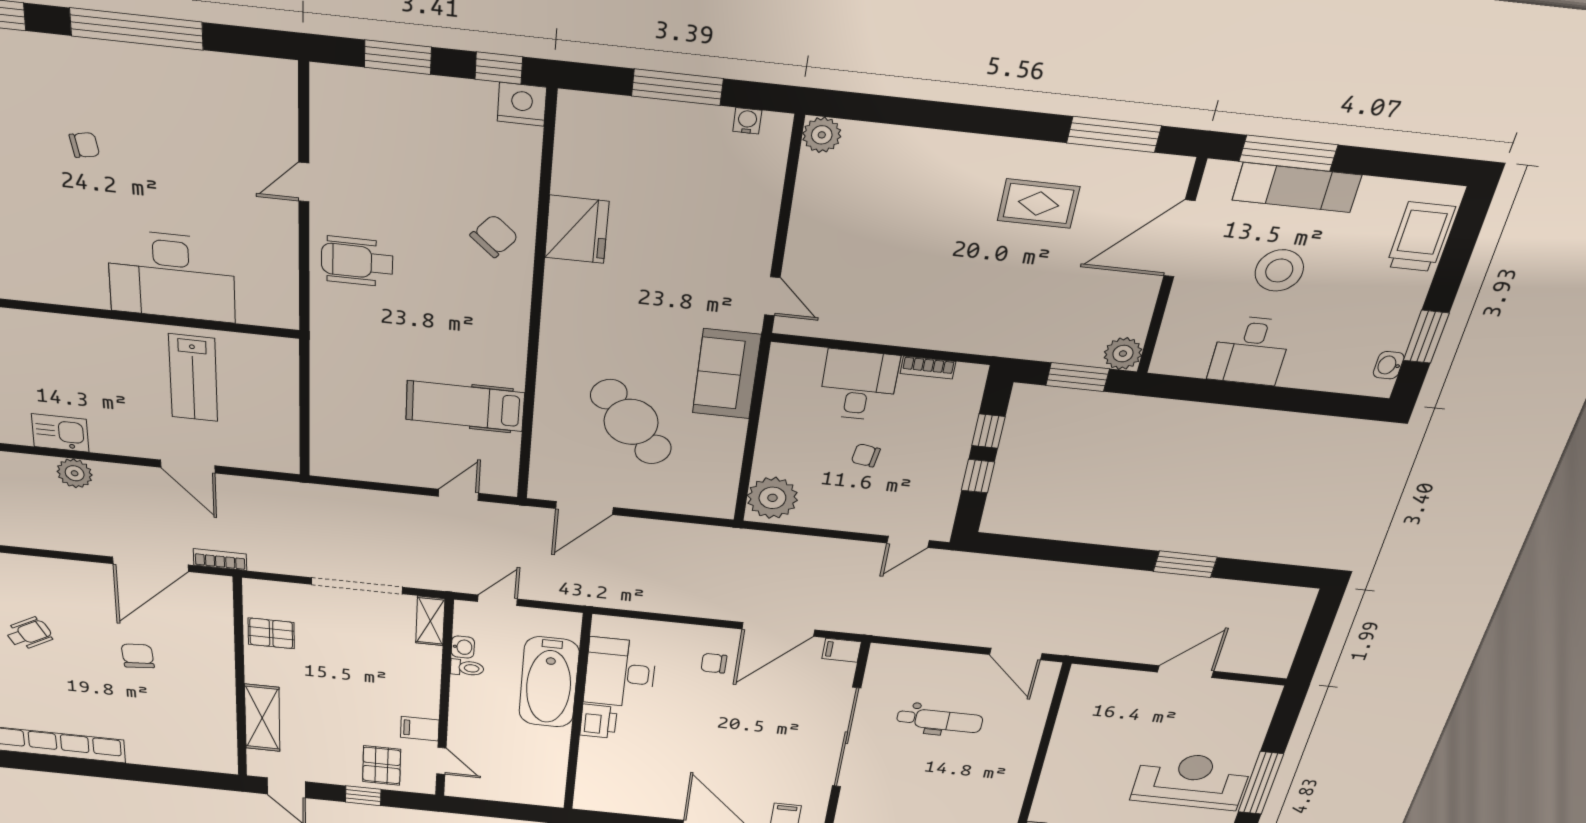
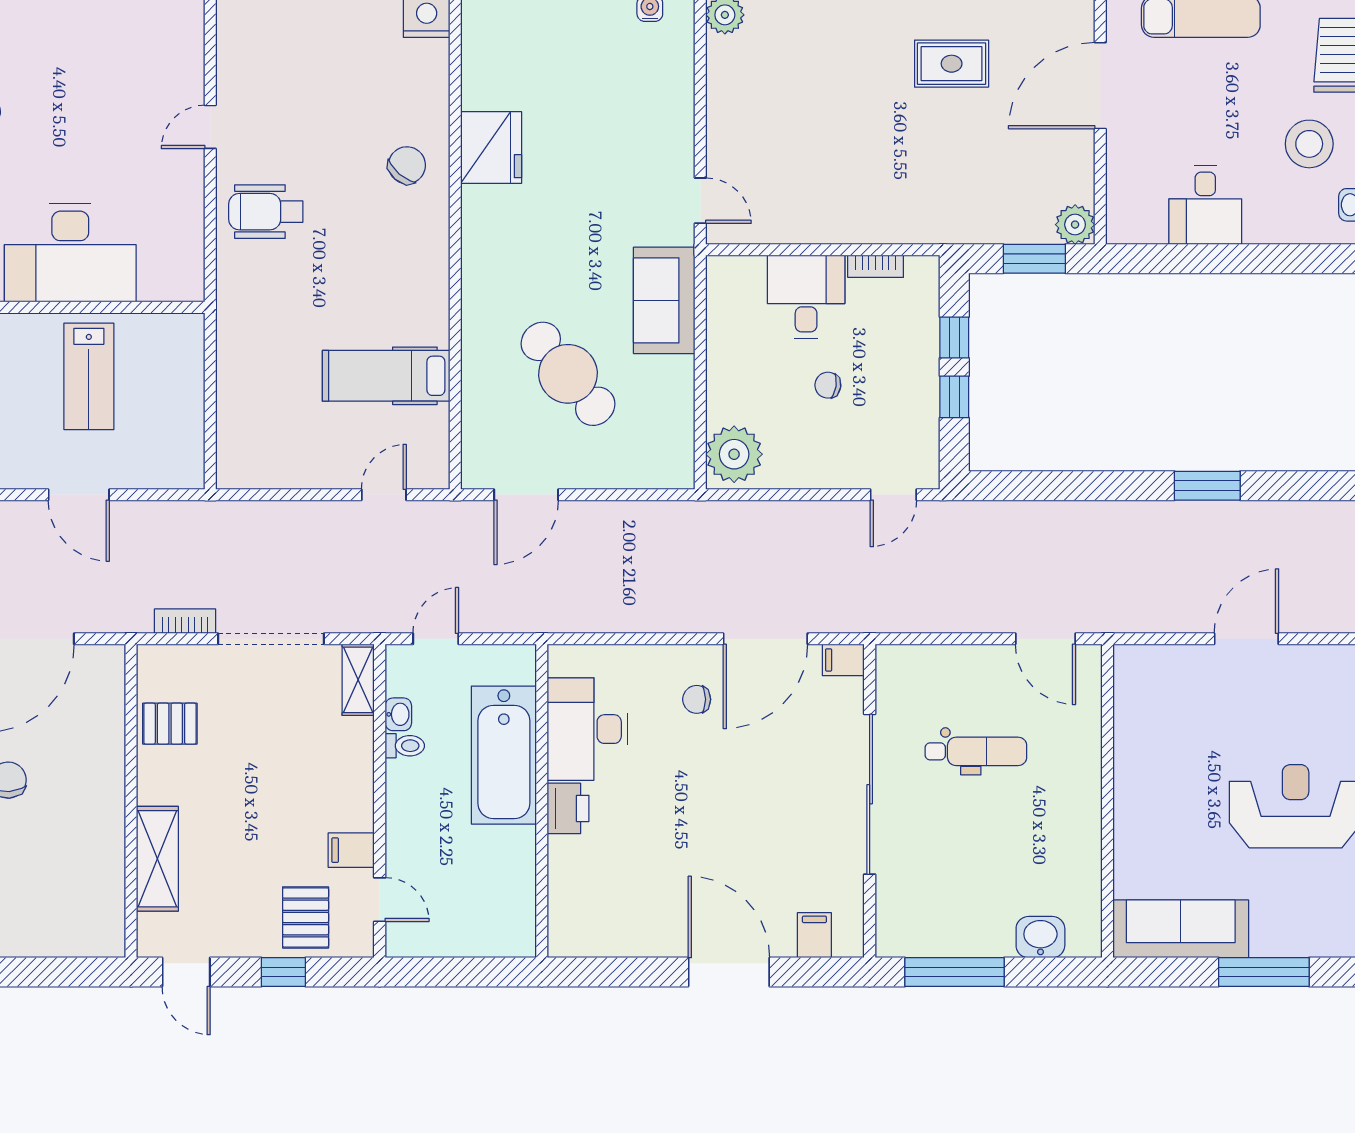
stool: (1279, 270) -> (1309, 144), moved
bookcase: (220, 559) -> (185, 621), moved

